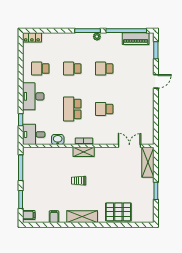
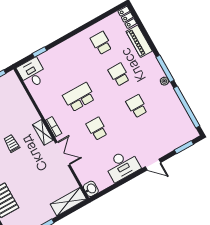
piano: (136, 39) -> (139, 41), moved
desk: (33, 96) -> (122, 165), moved, turned 180
washbasin: (58, 140) -> (91, 189), moved
double door: (129, 146) -> (63, 154), moved

